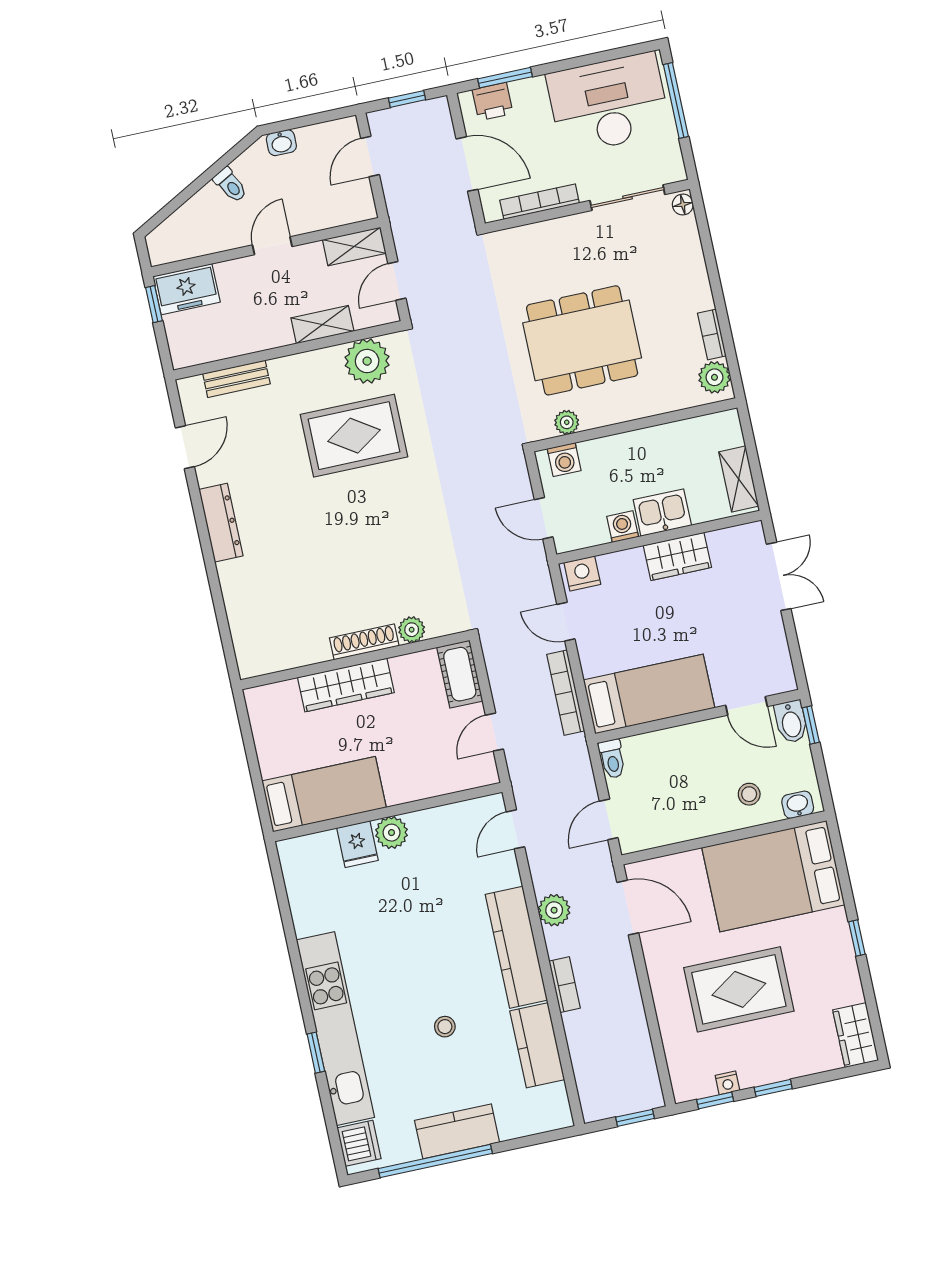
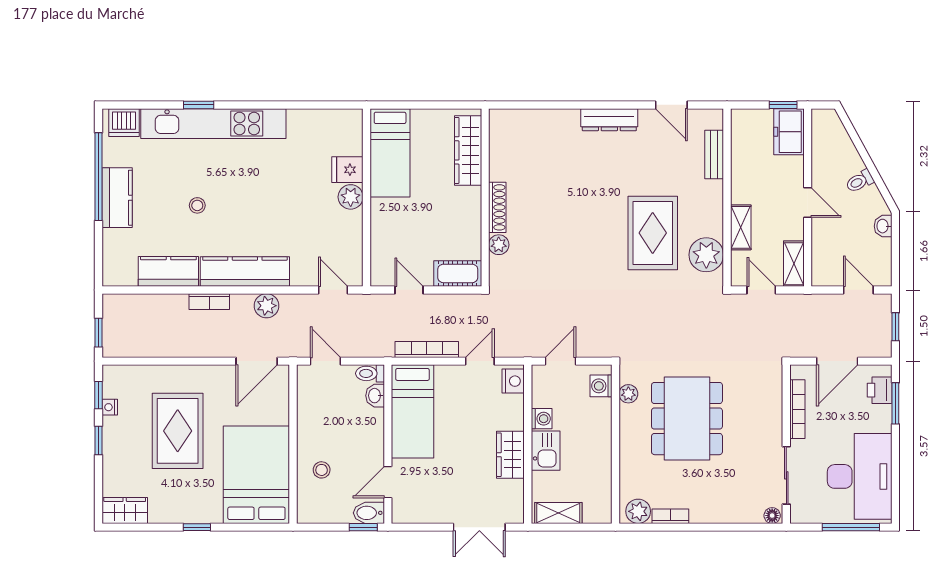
wardrobe: (346, 685) -> (468, 150), moved
washbasin: (798, 805) -> (375, 396), moved, turned 180

